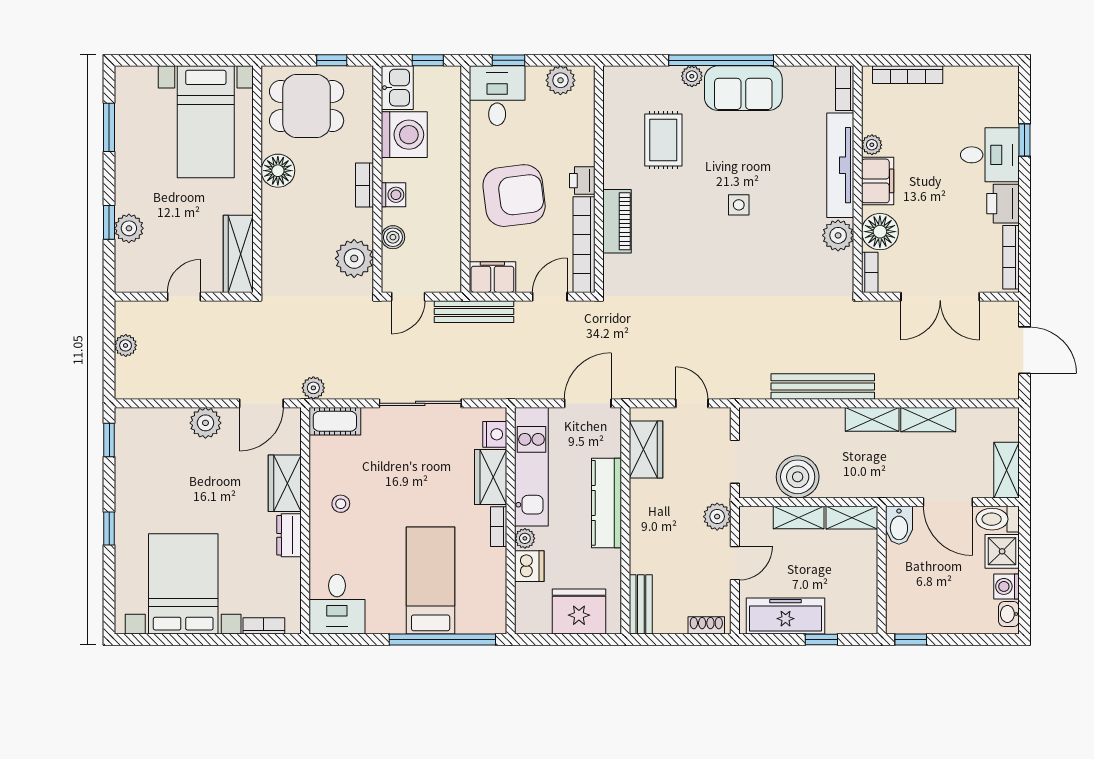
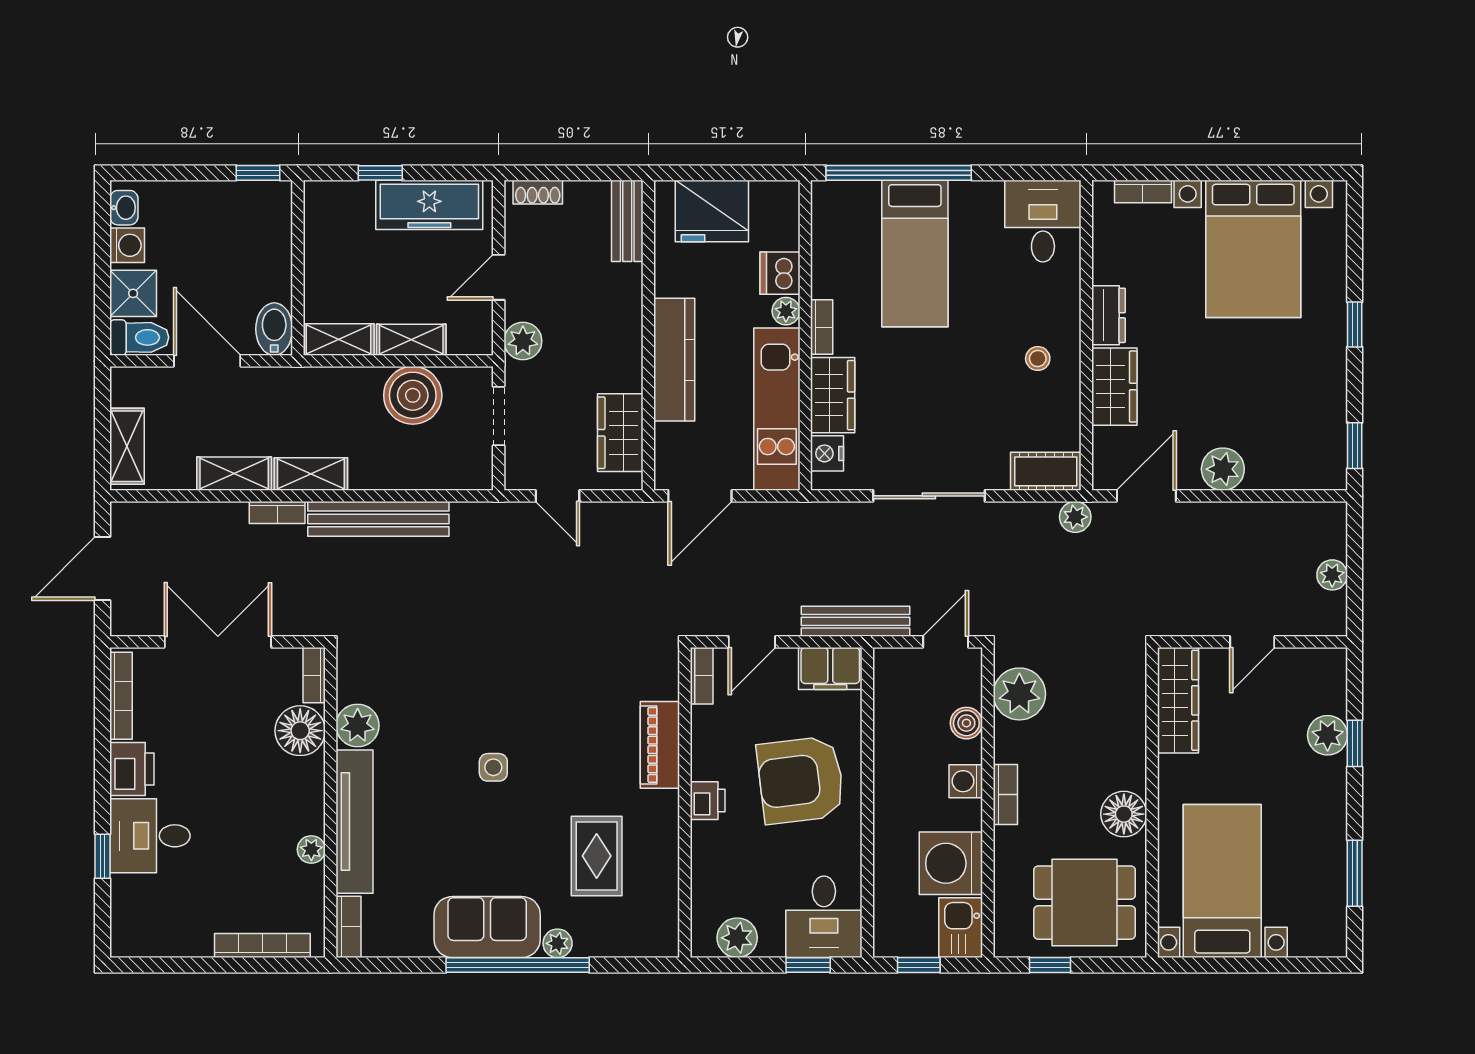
filing cabinet: (878, 181) -> (303, 800), removed
bookcase: (584, 245) -> (702, 676), width x0.43, depth x0.76
door: (1024, 350) -> (103, 568), hinge flipped
bookcase: (897, 391) -> (277, 512), added
shelving: (1007, 470) -> (127, 446), moved

